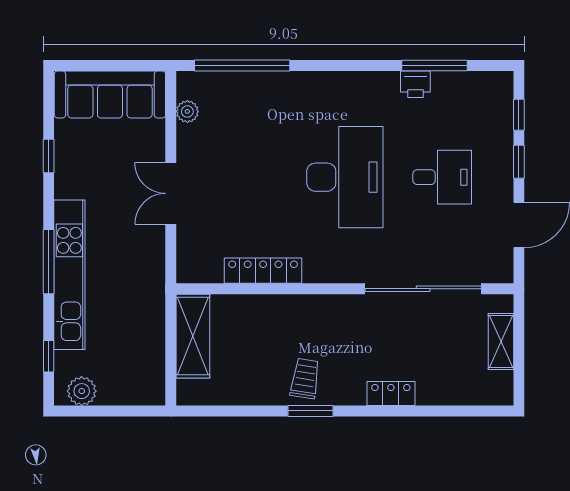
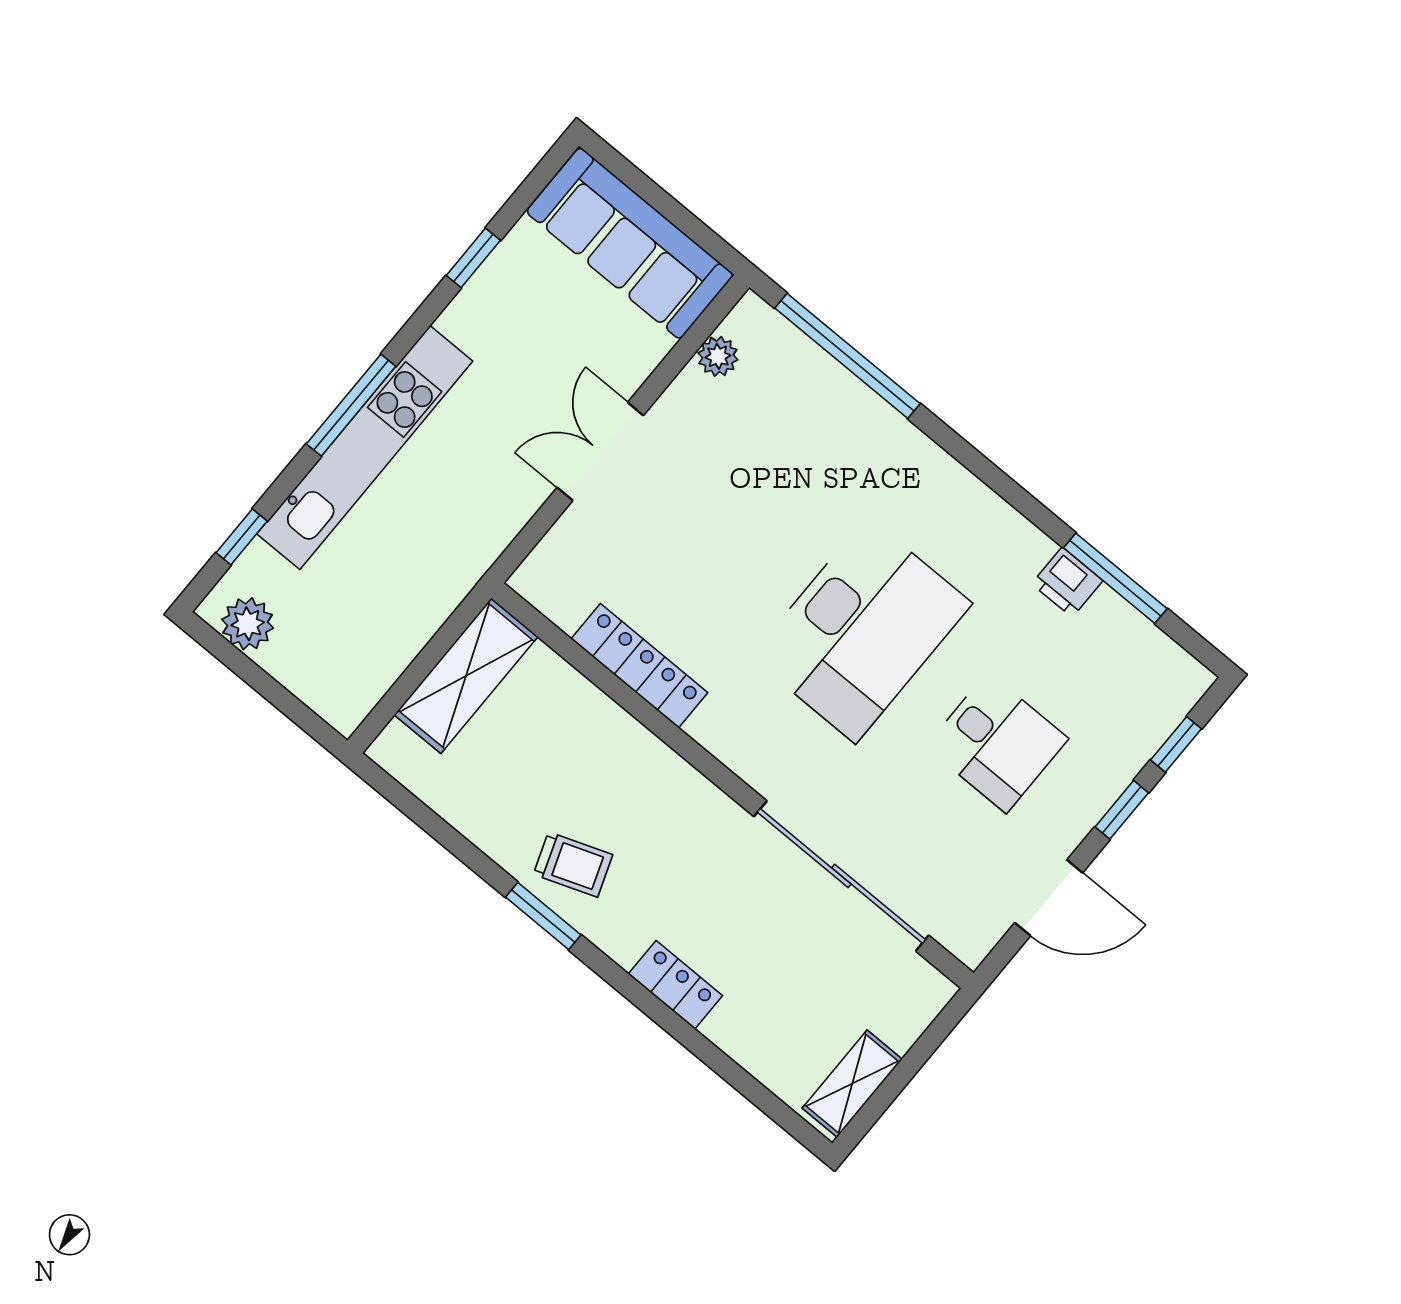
shelving: (501, 342) -> (852, 1084), moved
trolley: (305, 379) -> (573, 865), turned 61

